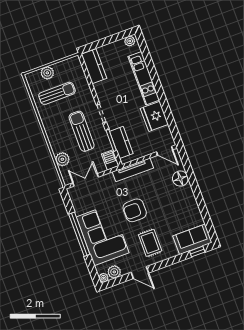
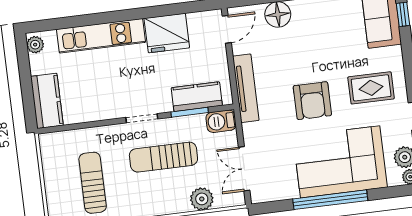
kitchen counter: (94, 66) -> (47, 101), moved, turned 90
plant: (47, 73) -> (56, 191), removed

